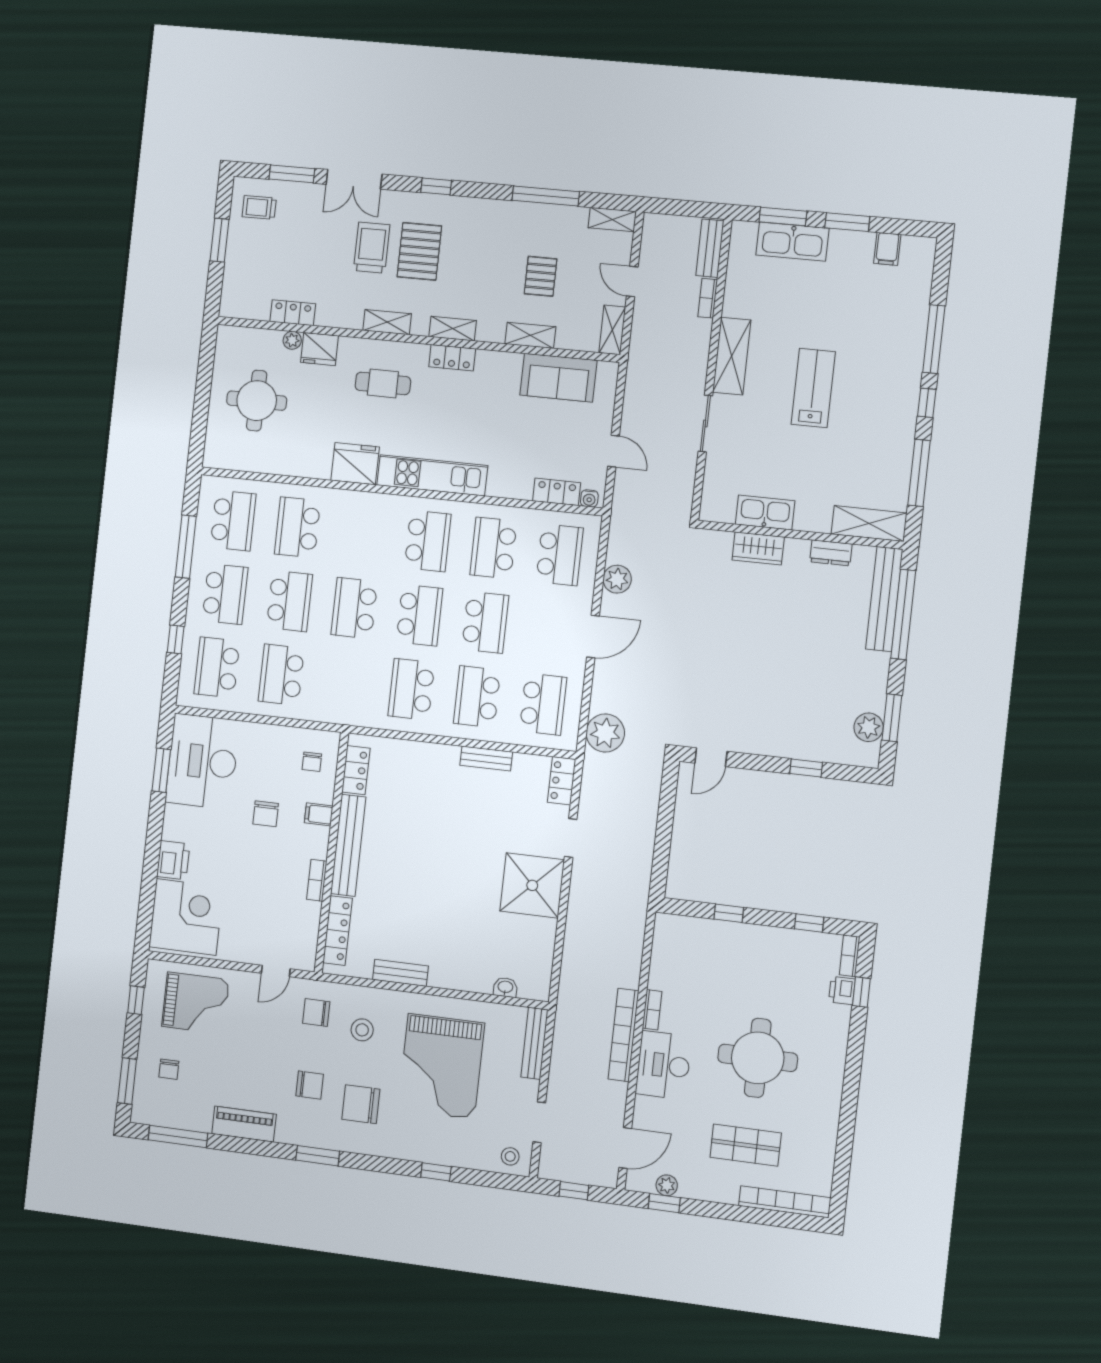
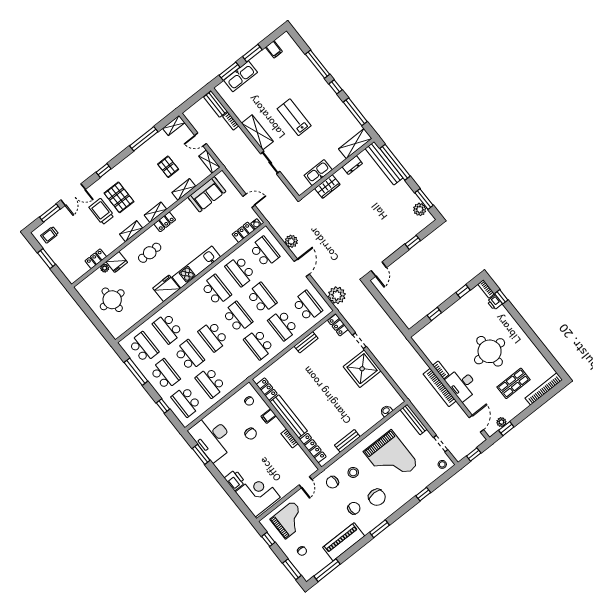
chair: (361, 1104) -> (377, 497), turned -90
piano: (244, 1124) -> (344, 542), width x1.37, depth x1.33

